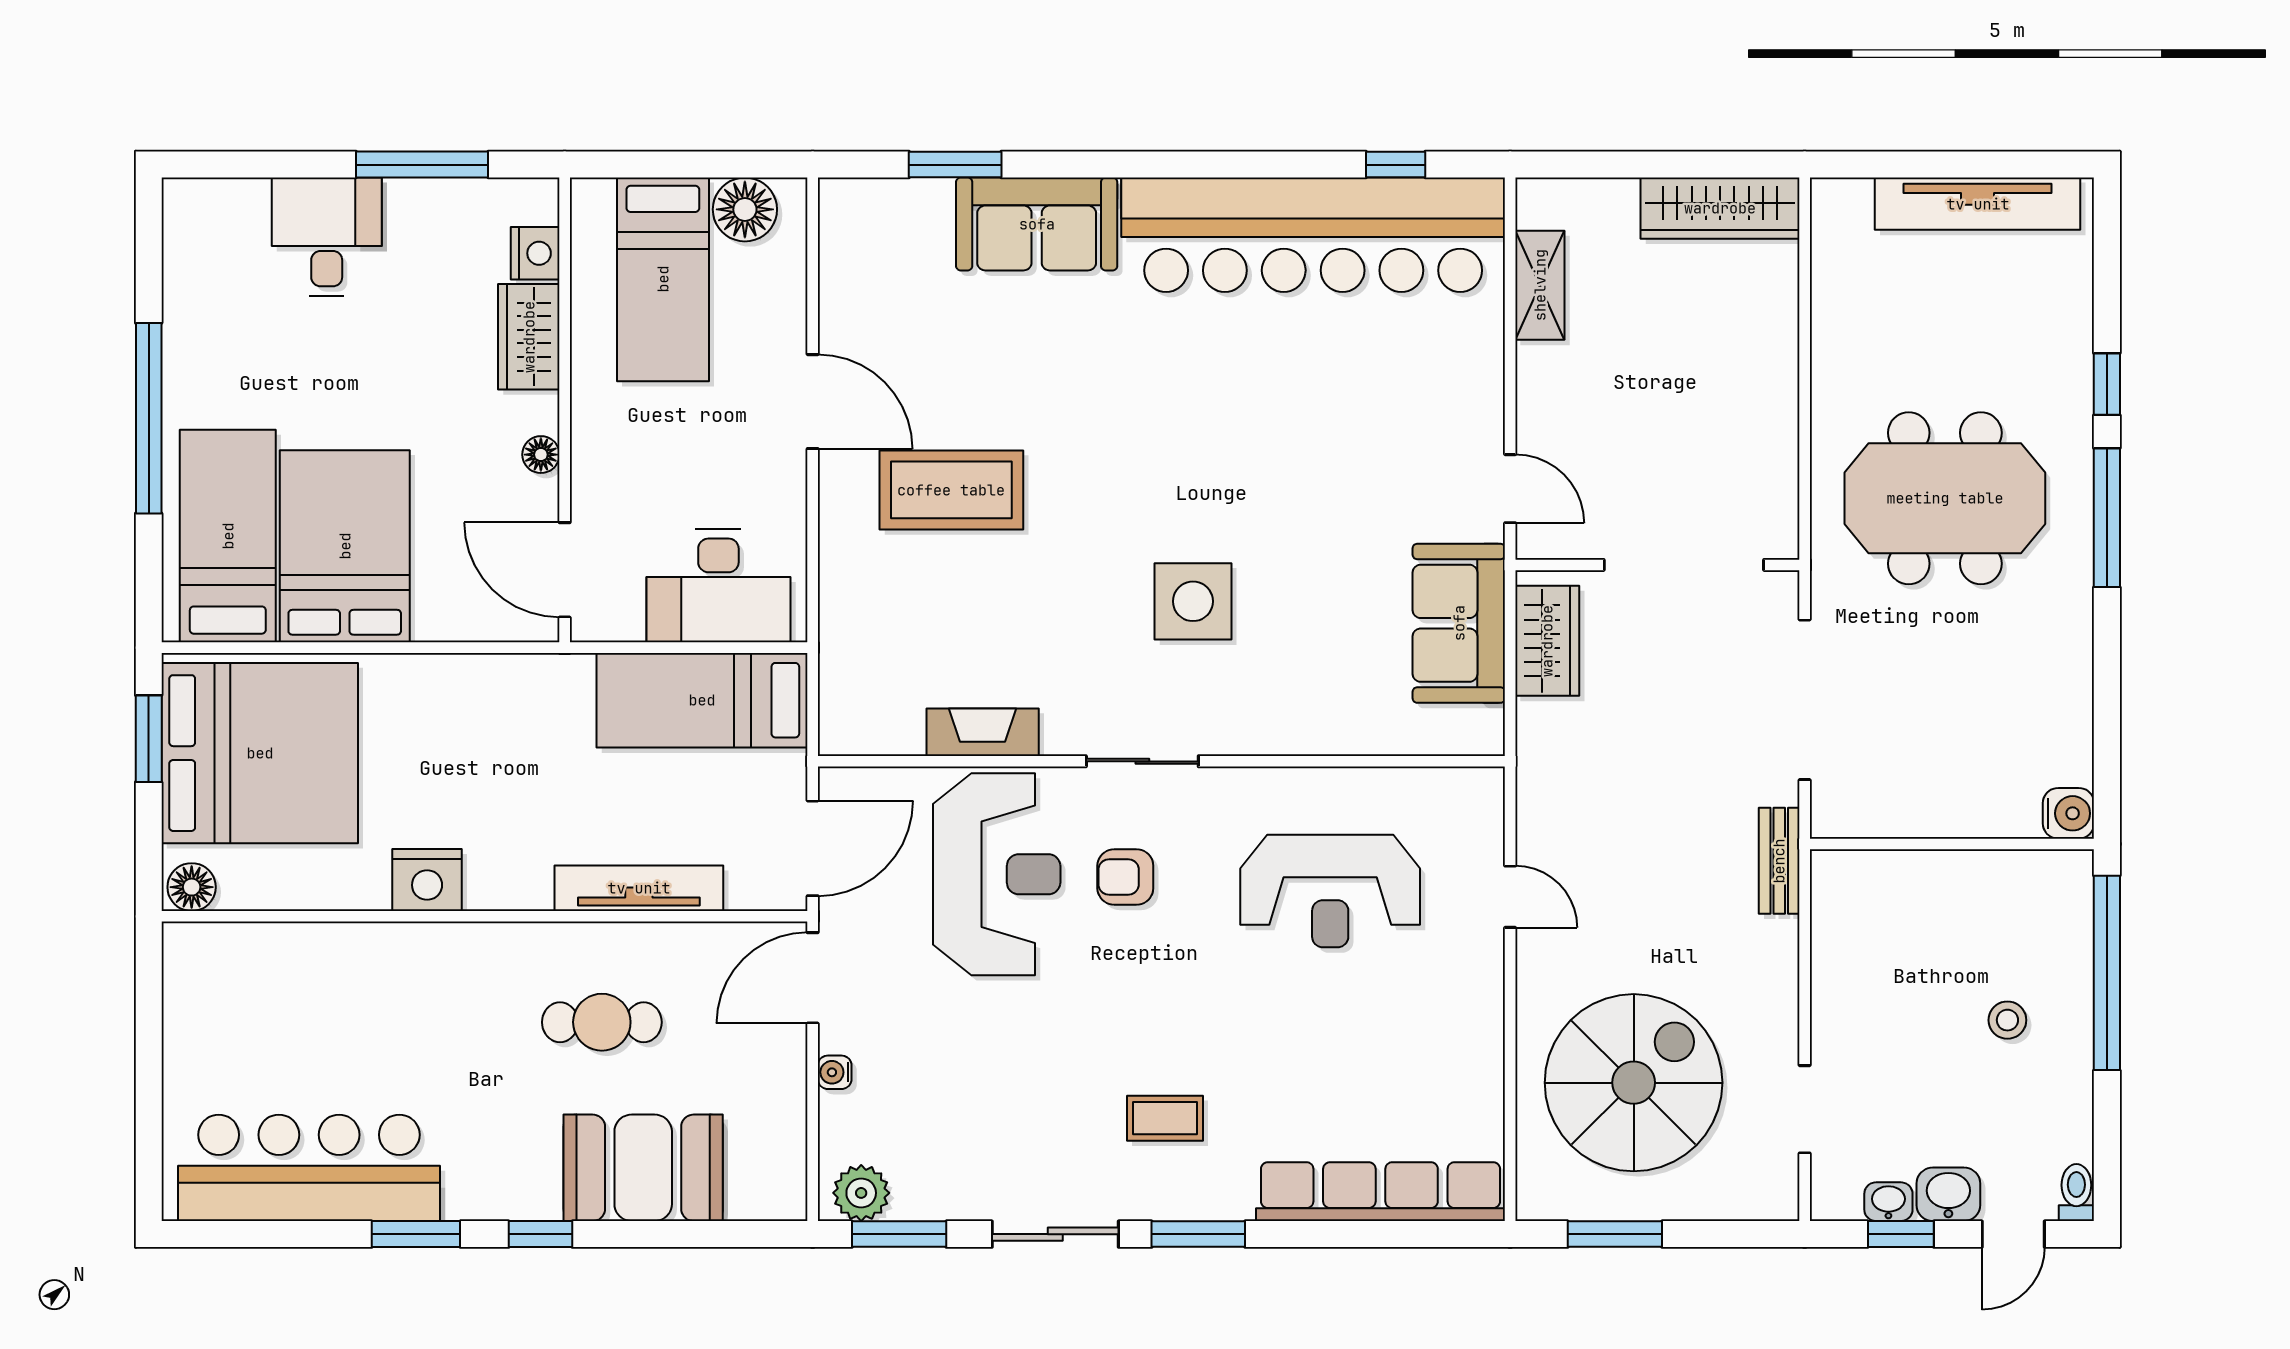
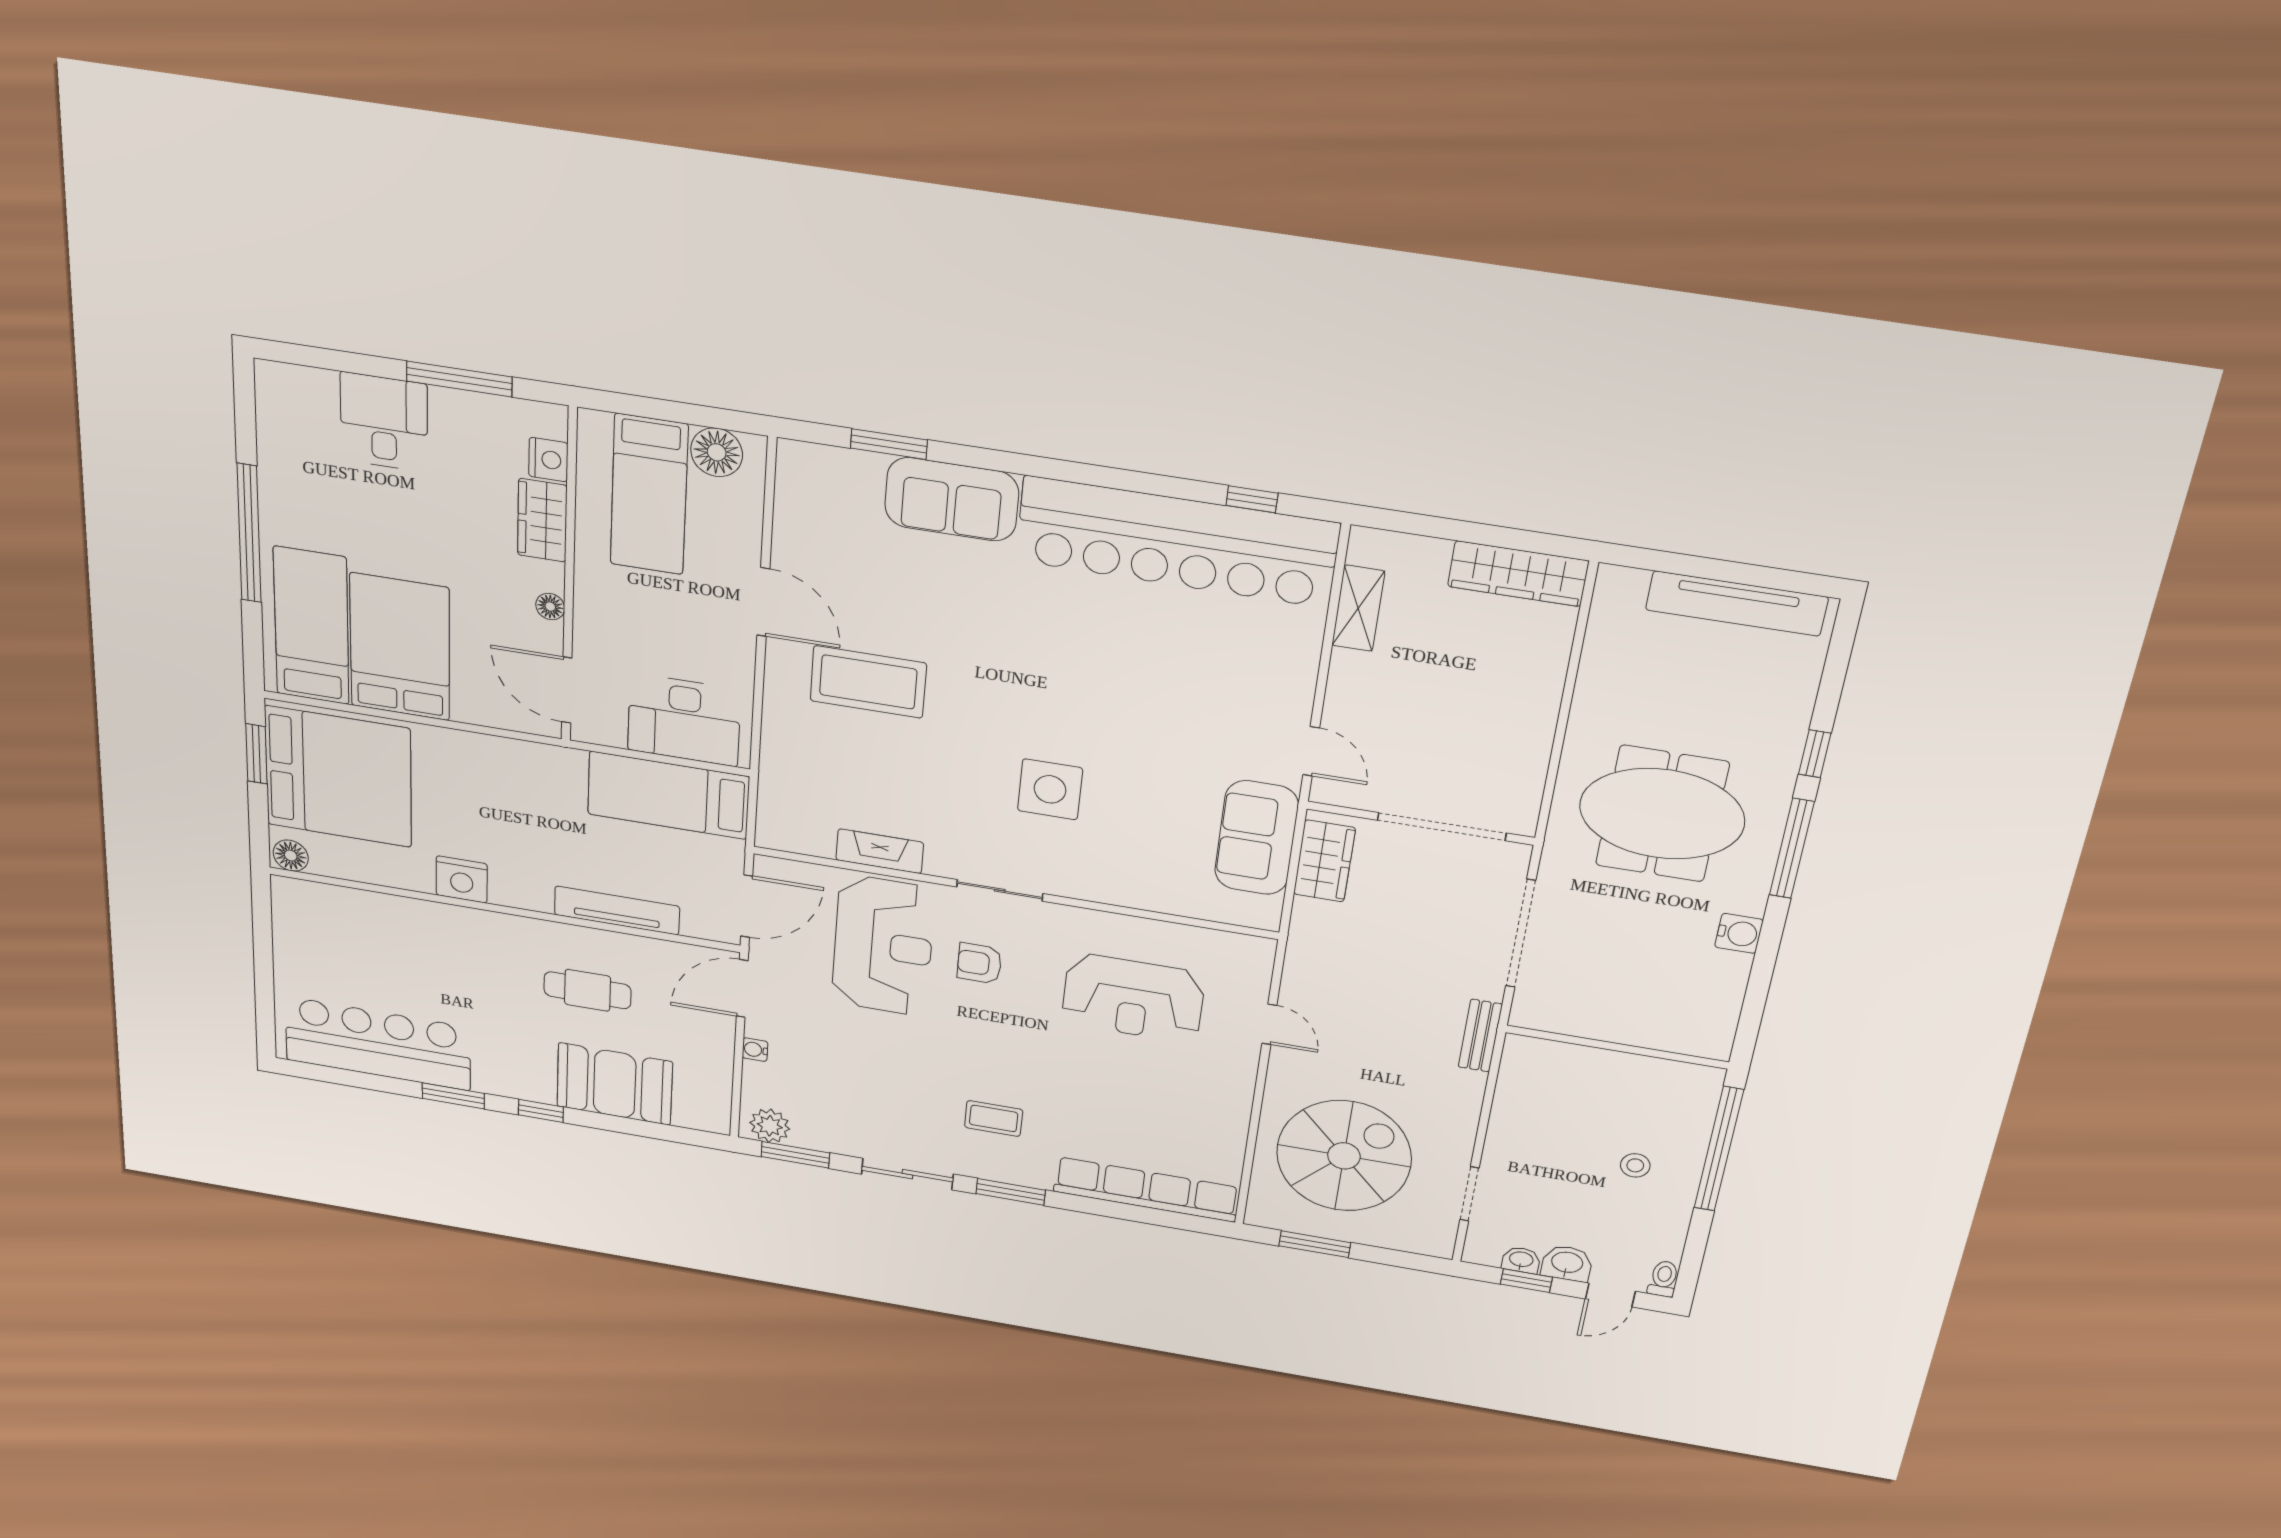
water cooler: (2068, 813) -> (1739, 933), moved

